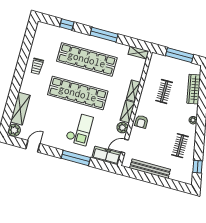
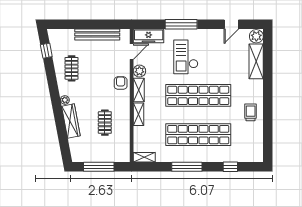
wardrobe: (194, 89) -> (71, 121), moved

